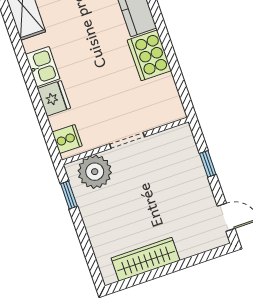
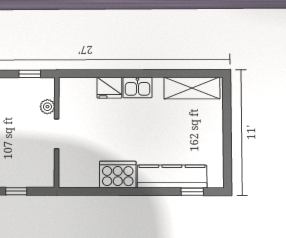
cooker: (67, 139) -> (74, 87), removed
plant: (95, 172) -> (47, 107), width x0.53, depth x0.53

